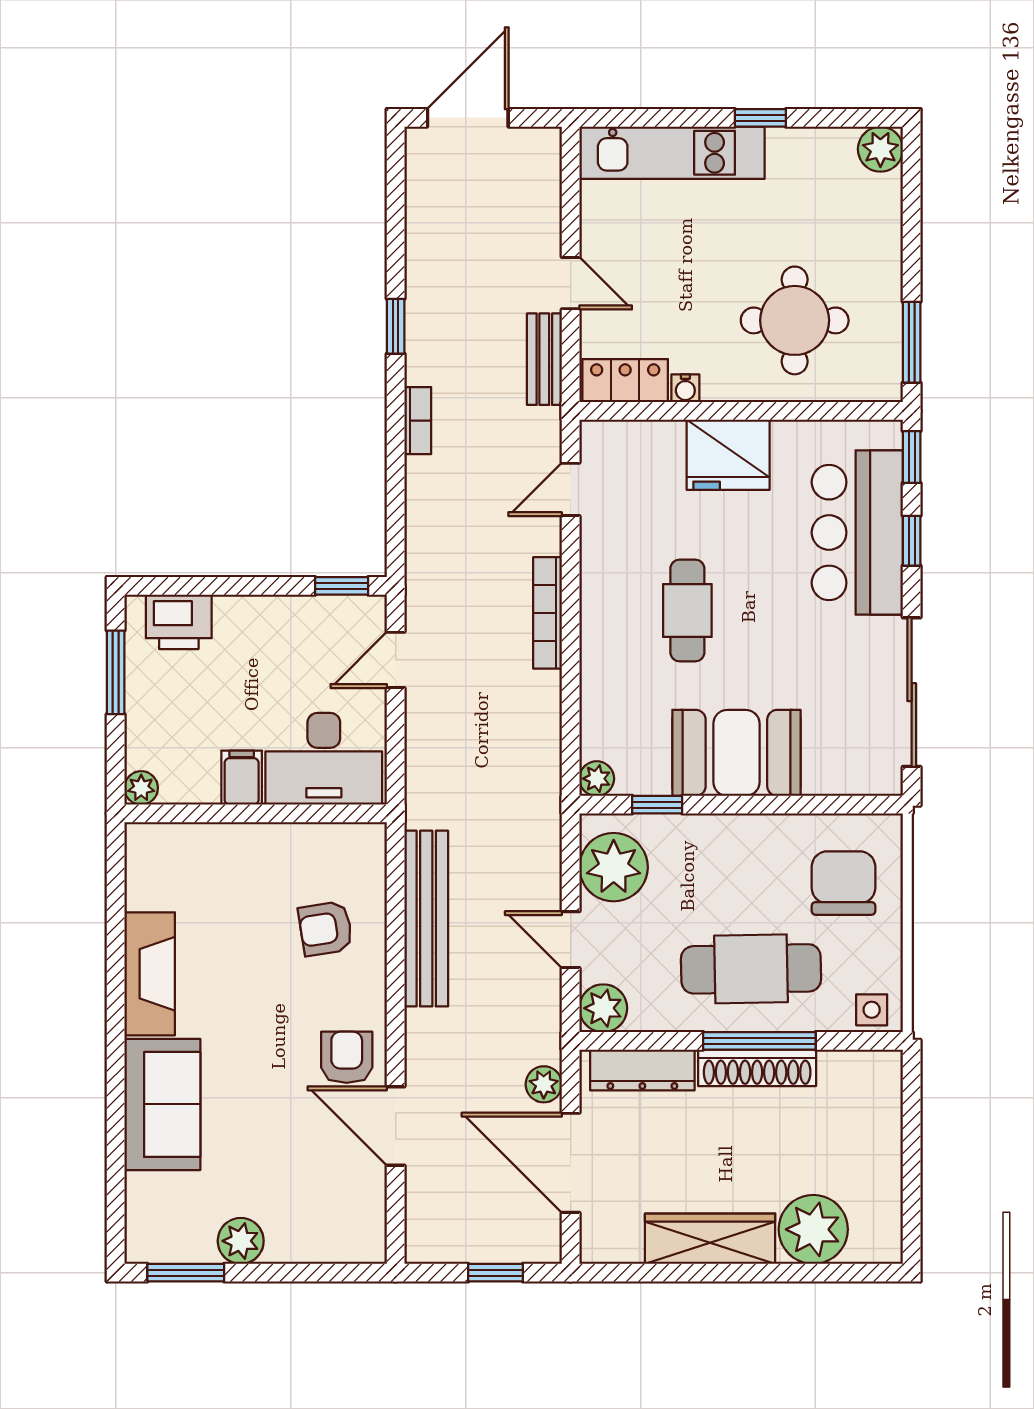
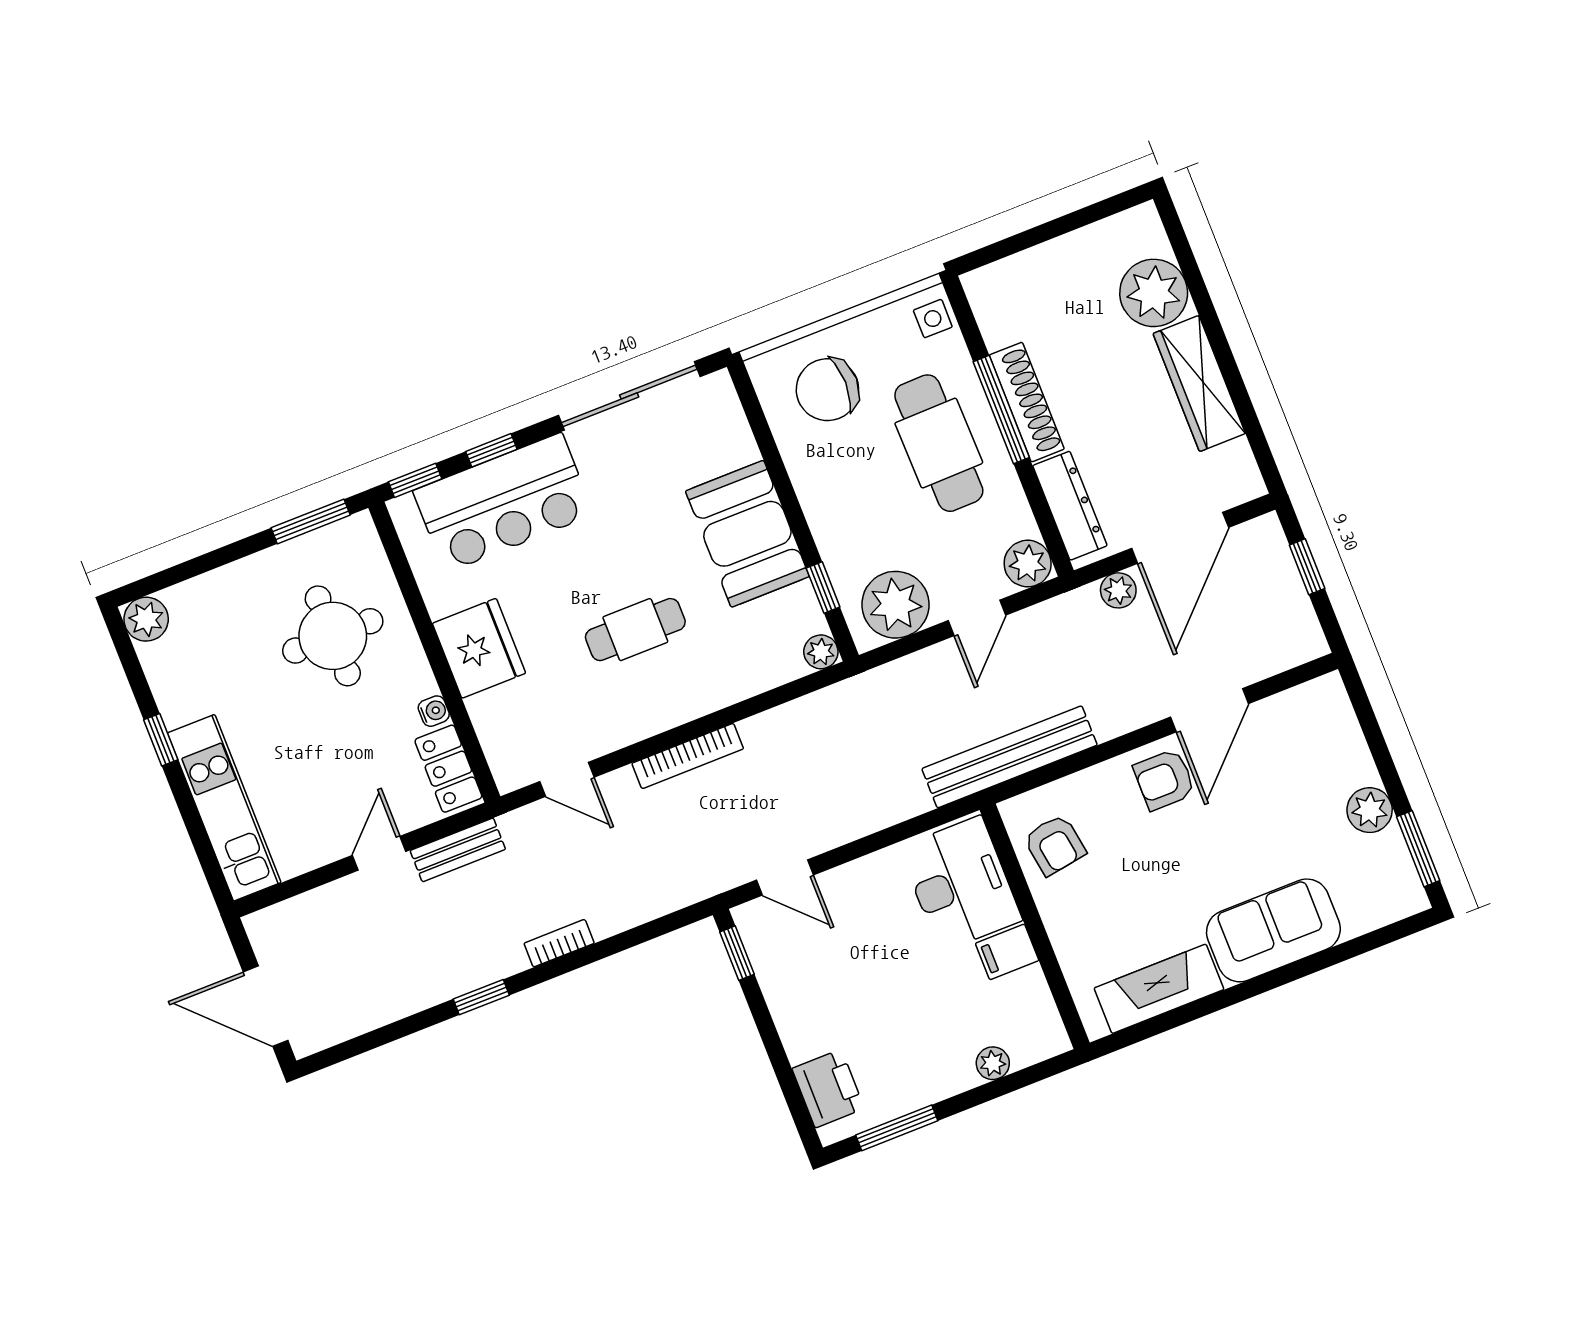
desk: (324, 759) -> (961, 884), moved
filing cabinet: (242, 778) -> (1007, 952), moved
wall: (256, 813) -> (1035, 926), moved

